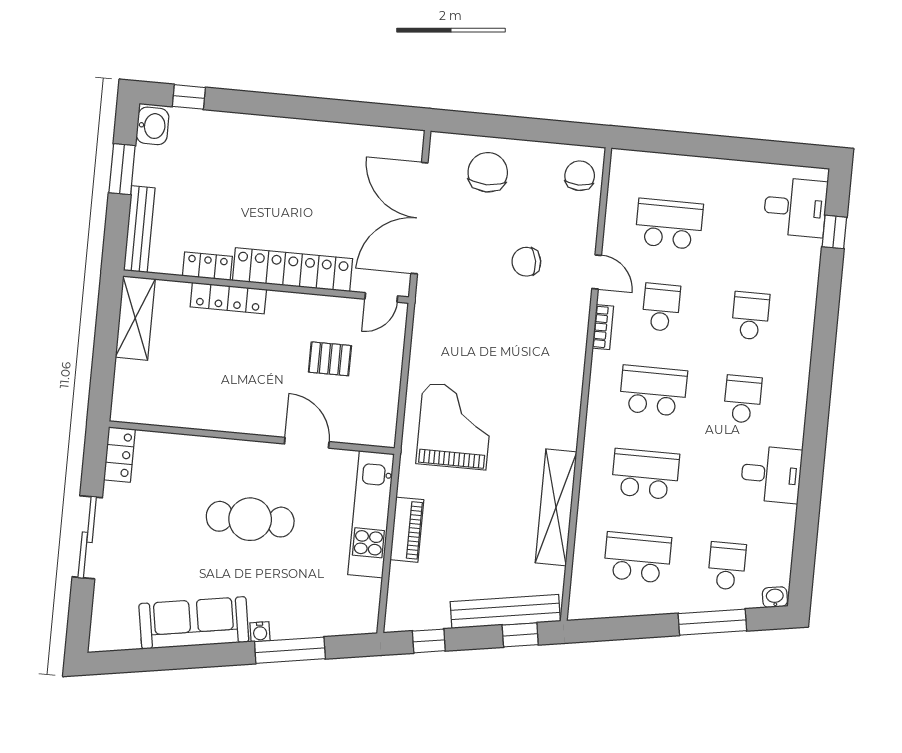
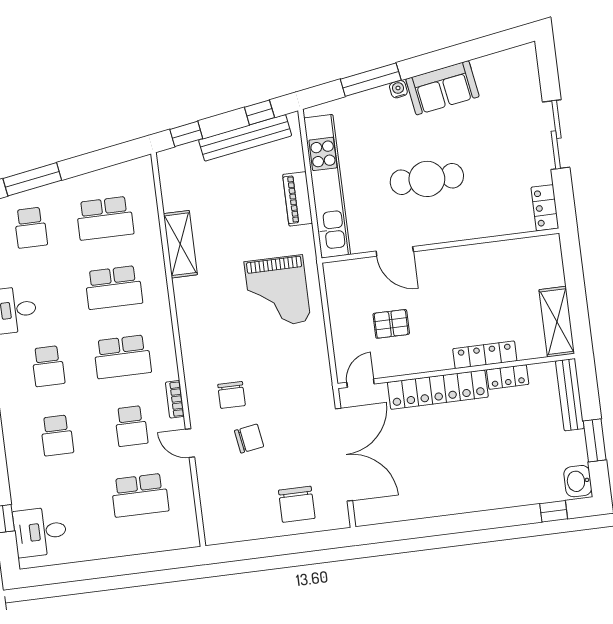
chair: (580, 176) -> (231, 395), moved
shelving: (556, 507) -> (180, 244), width x0.68
kitchen unit: (371, 514) -> (327, 186), width x1.36
bench: (505, 611) -> (245, 138), moved
sofa: (194, 623) -> (442, 88), width x0.73

